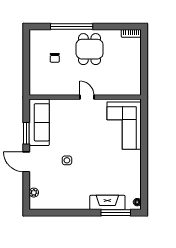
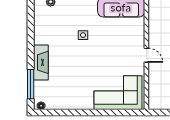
door: (87, 97) -> (146, 55), hinge flipped
fireplace: (107, 202) -> (41, 62), moved

